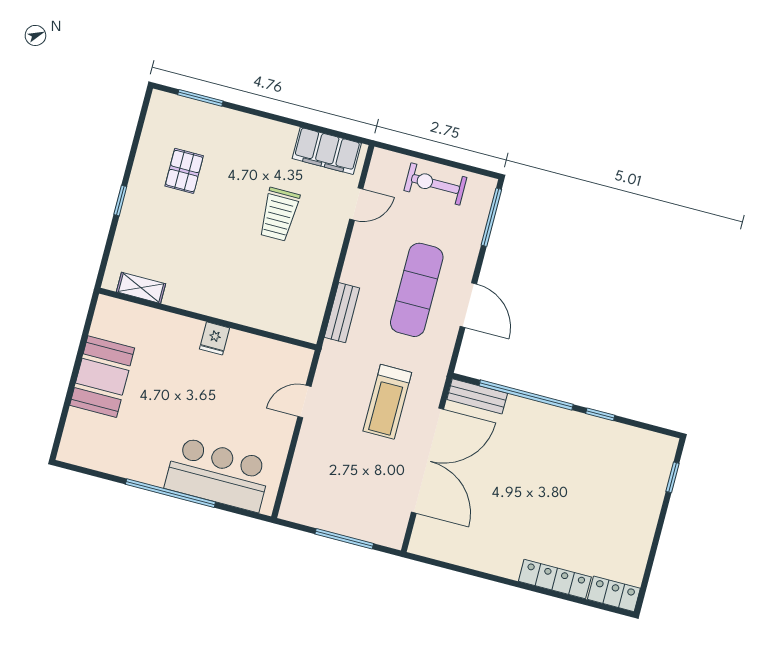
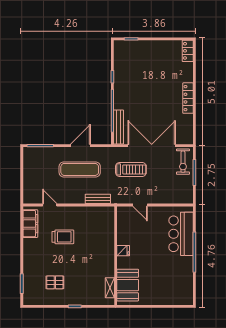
exercise bike: (435, 184) -> (183, 162), moved
booth: (102, 377) -> (128, 285), moved, turned 90
bench: (477, 396) -> (119, 127), width x1.36
locker: (555, 579) -> (188, 98), moved

